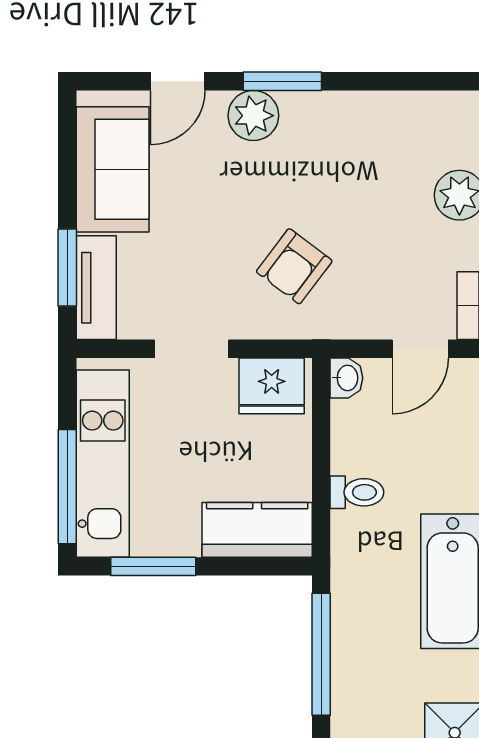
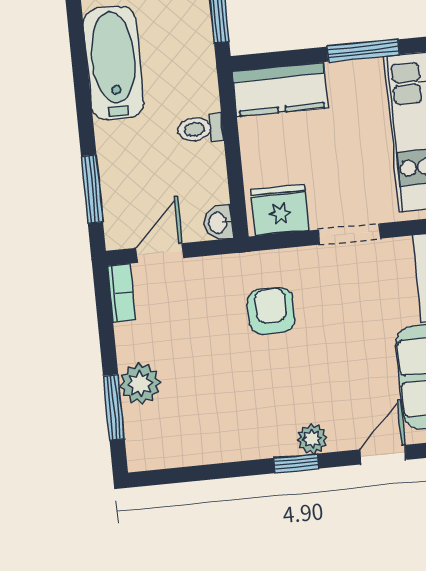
window: (282, 81) -> (296, 463), width x0.67
plant: (253, 116) -> (312, 439), width x0.73, depth x0.73
armchair: (294, 266) -> (271, 311), turned -37

